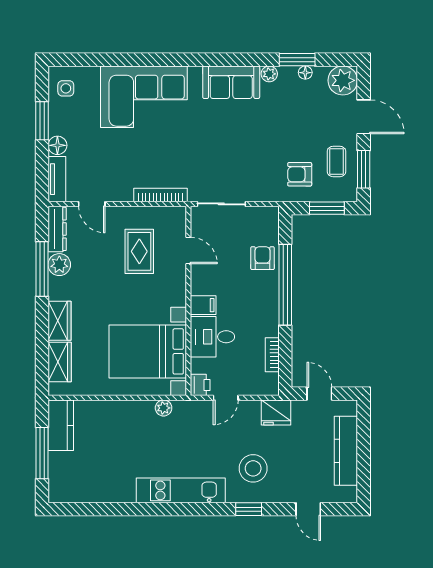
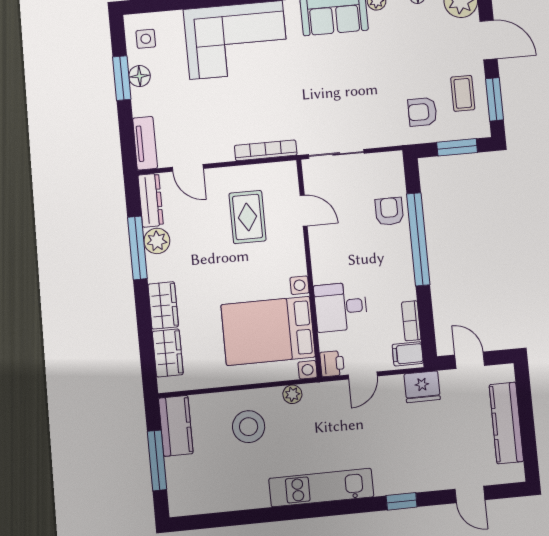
floor lamp: (57, 145) -> (139, 76), moved
filing cabinet: (203, 305) -> (408, 354), moved, turned 180
stool: (253, 468) -> (249, 427), moved

